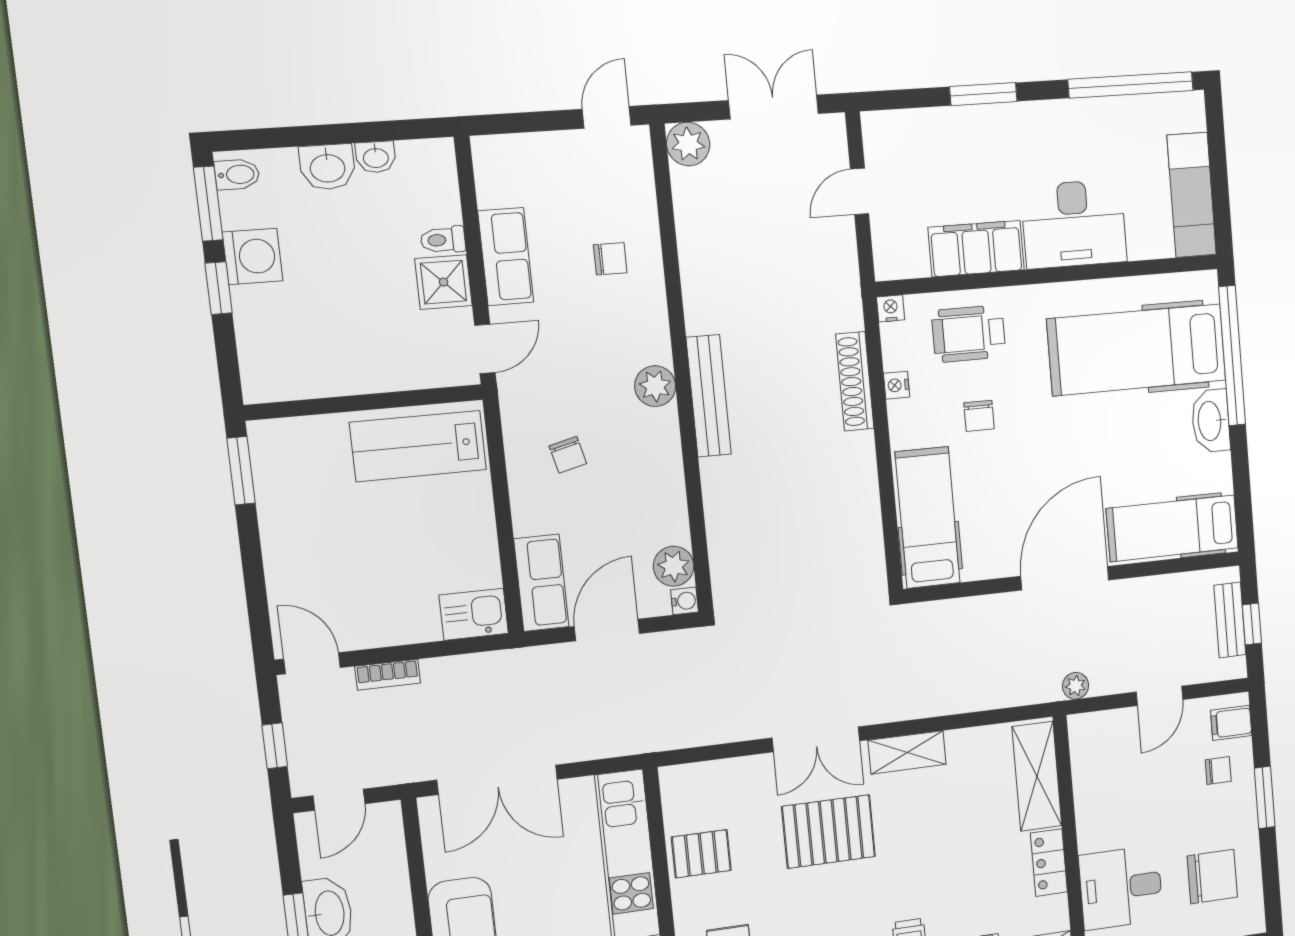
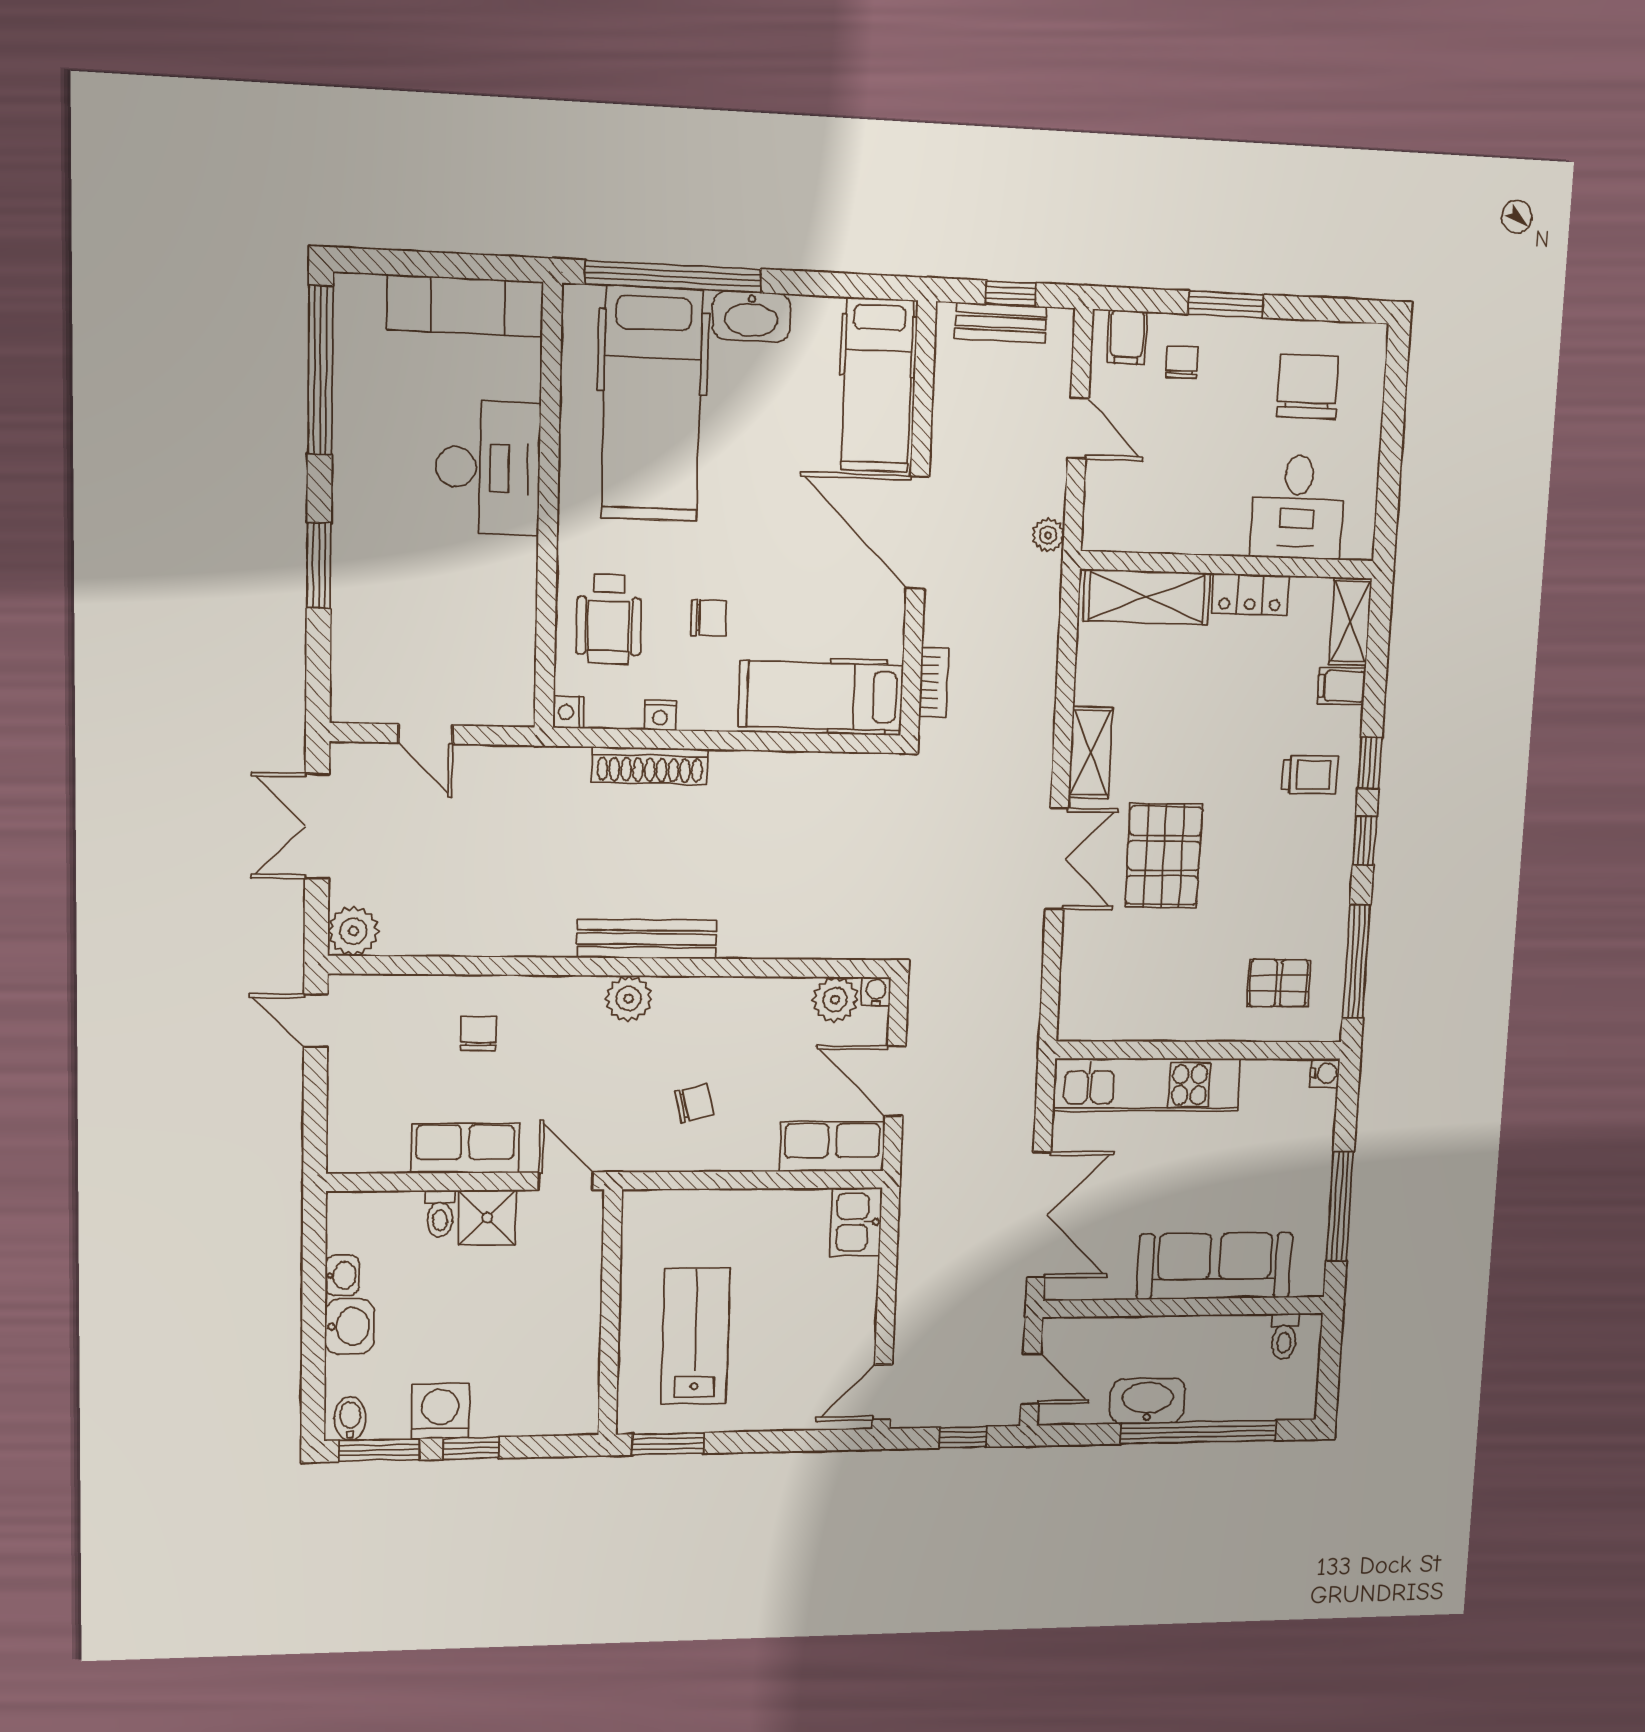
filing cabinet: (976, 249) -> (507, 597), removed
lab bench: (418, 446) -> (696, 1336), moved, turned 180
bookcase: (388, 675) -> (934, 682), moved
pallet: (701, 854) -> (1161, 1003), removed

